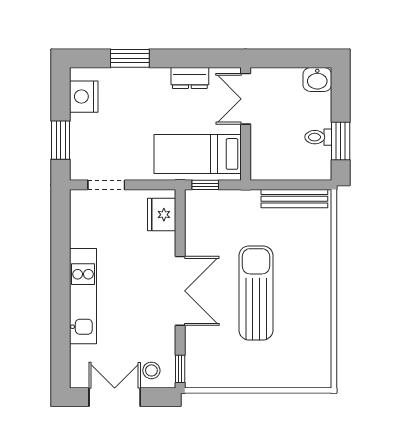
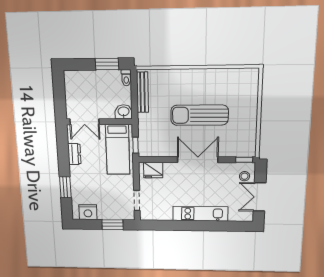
washbasin: (317, 79) -> (124, 112), moved, turned -90
toilet: (318, 137) -> (126, 78), moved

